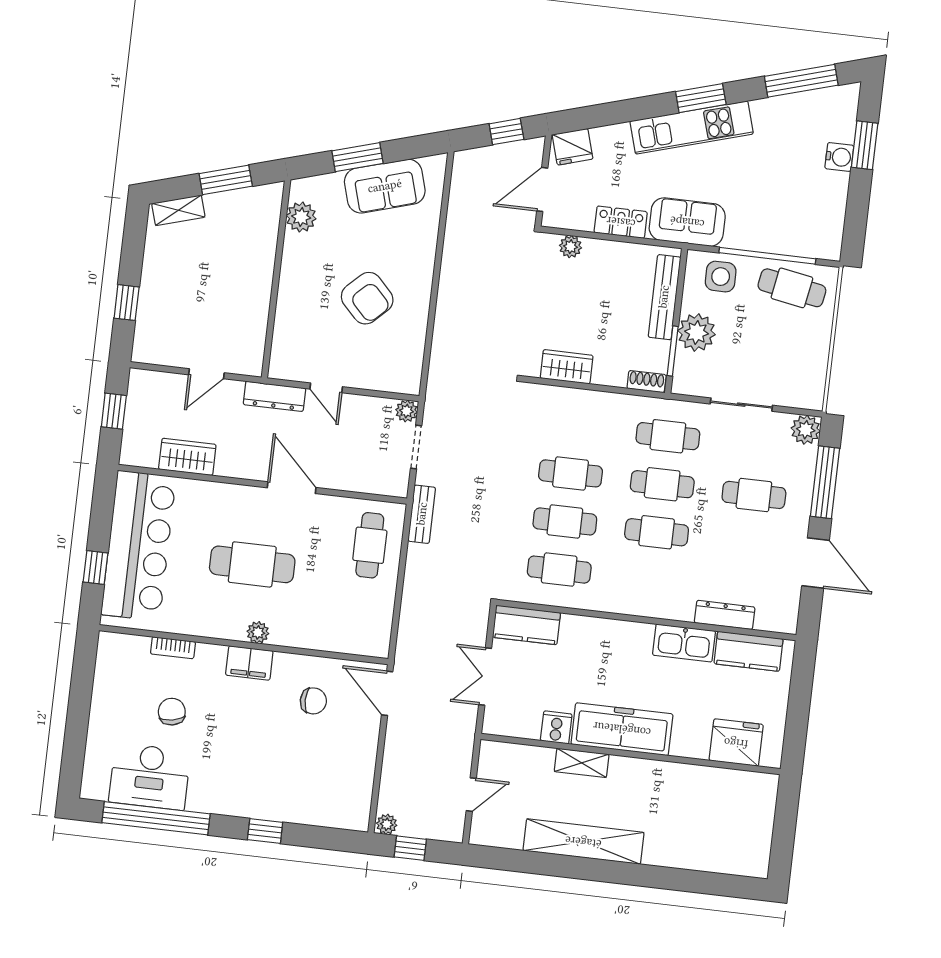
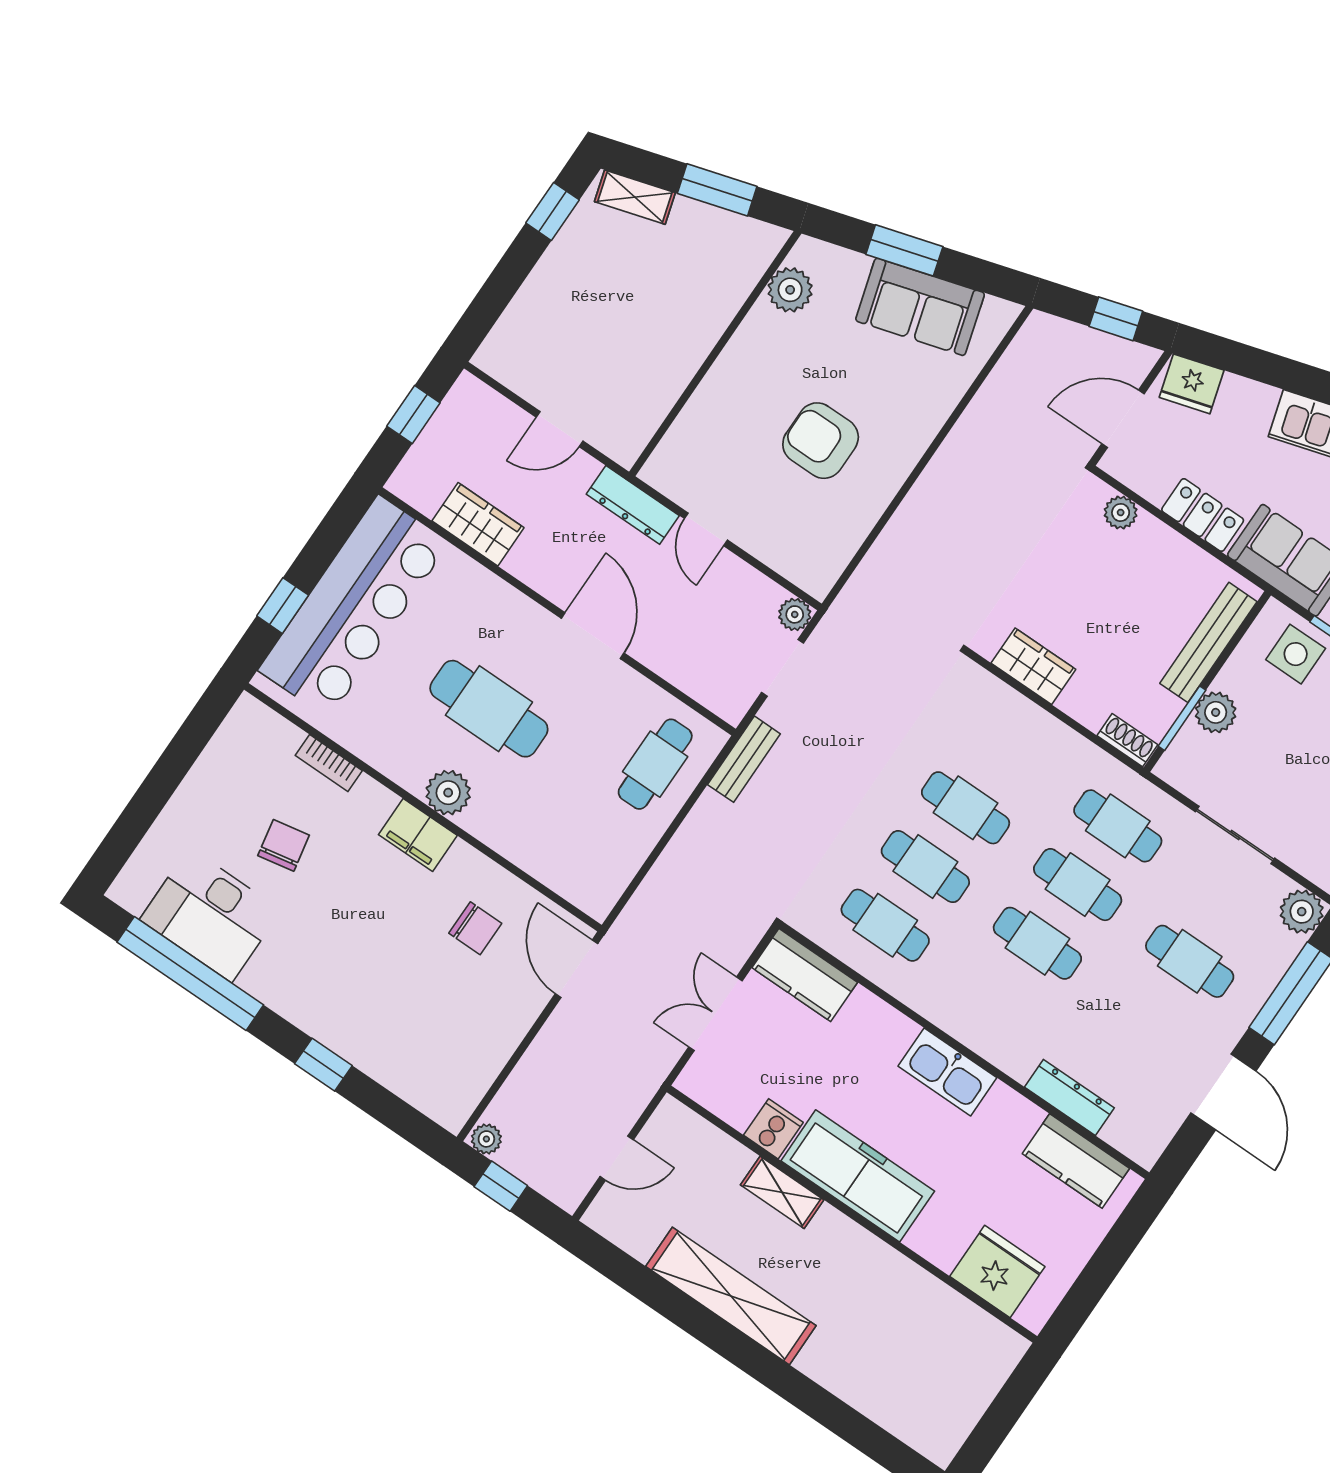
armchair: (367, 298) -> (821, 441), turned 134
window: (127, 303) -> (552, 211), moved
plant: (697, 332) -> (1216, 712), width x0.73, depth x0.73
plant: (258, 632) -> (448, 793), width x1.38, depth x1.38
kitchen sink: (684, 643) -> (947, 1072), moved

